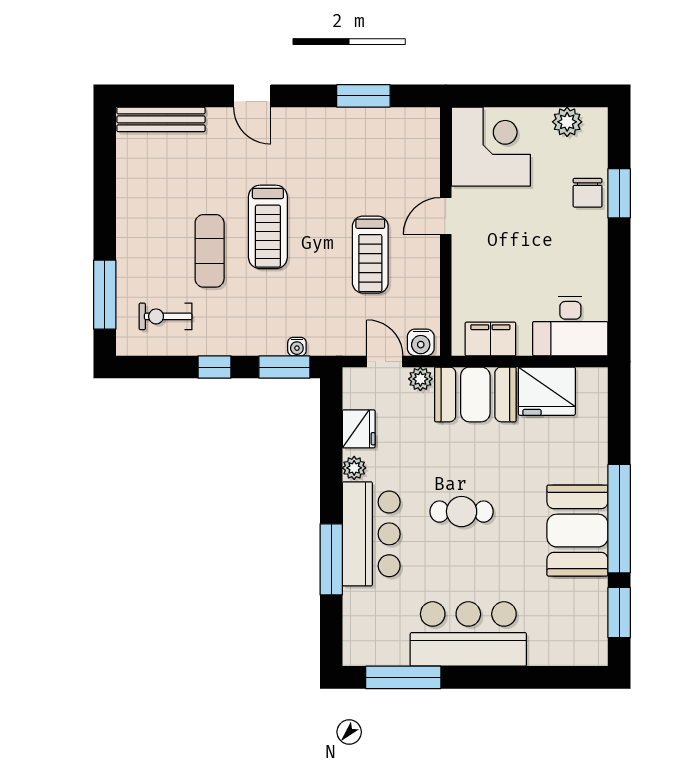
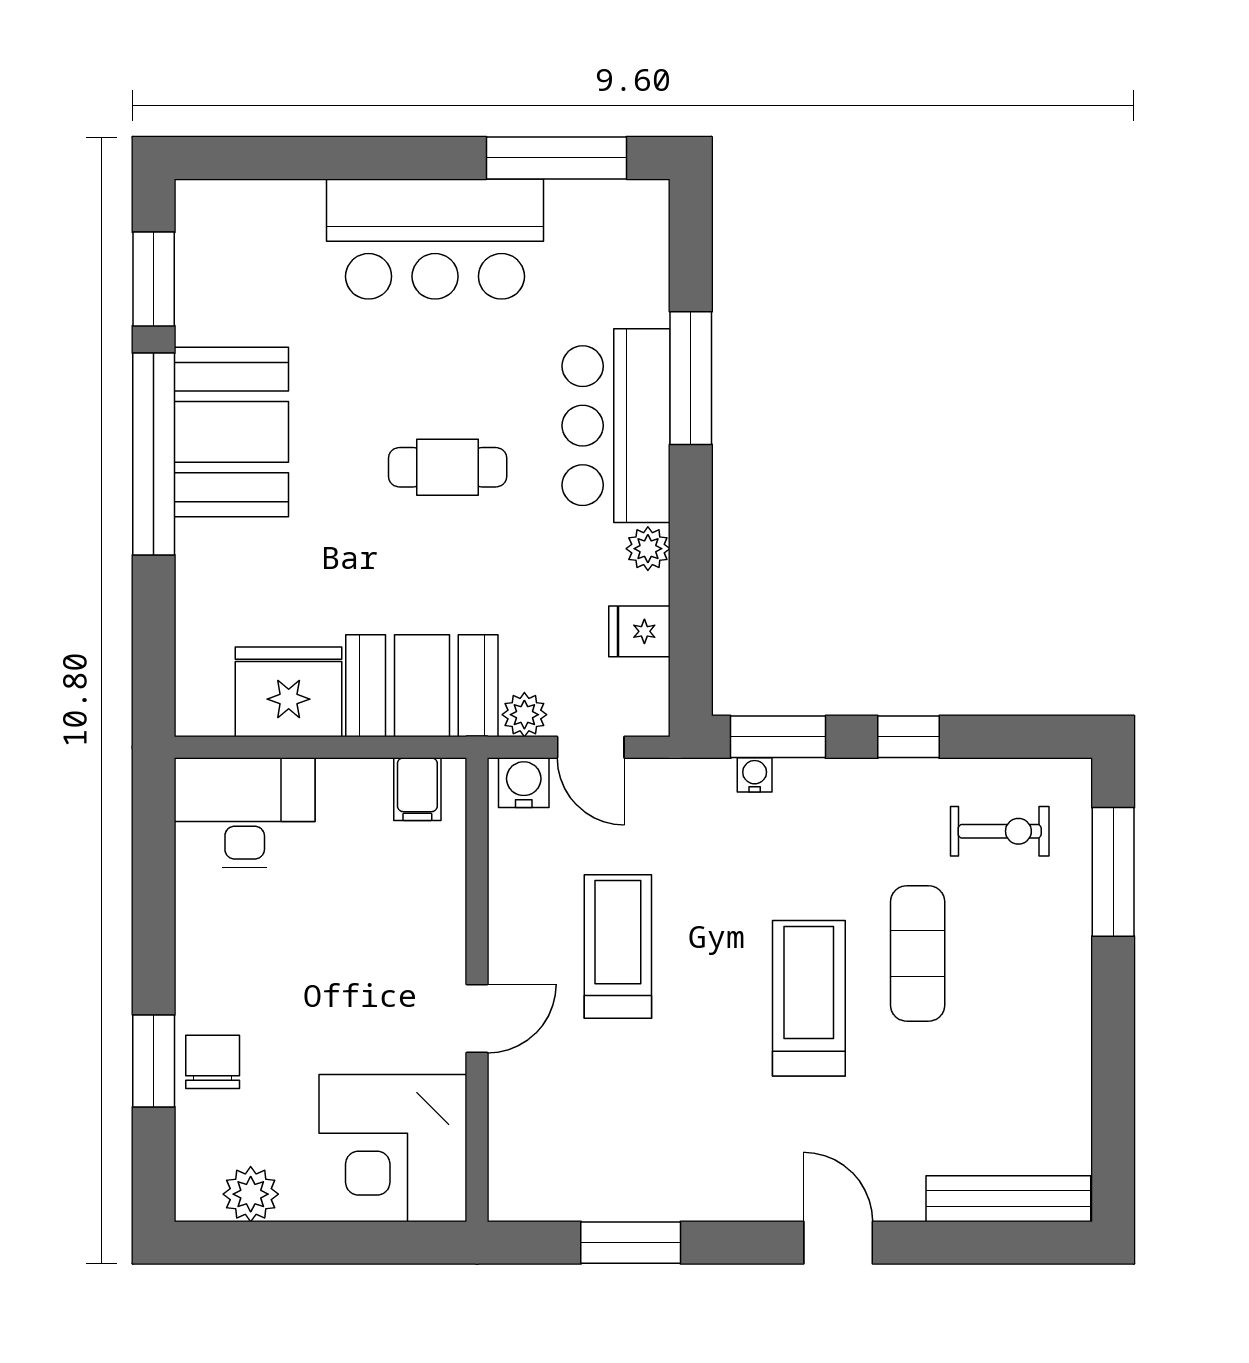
filing cabinet: (490, 339) -> (417, 789), width x0.50
fridge: (359, 429) -> (639, 631), width x0.72

